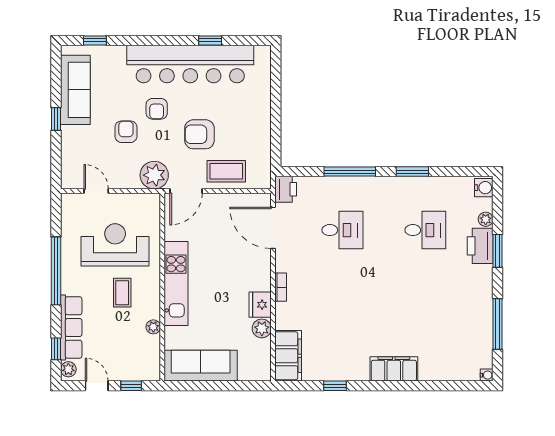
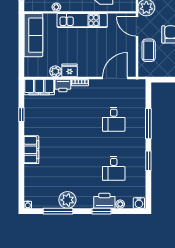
printer: (286, 189) -> (63, 86), moved
plant: (479, 308) -> (67, 200), added

